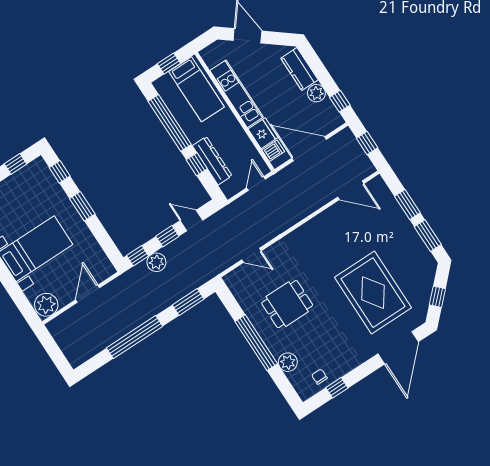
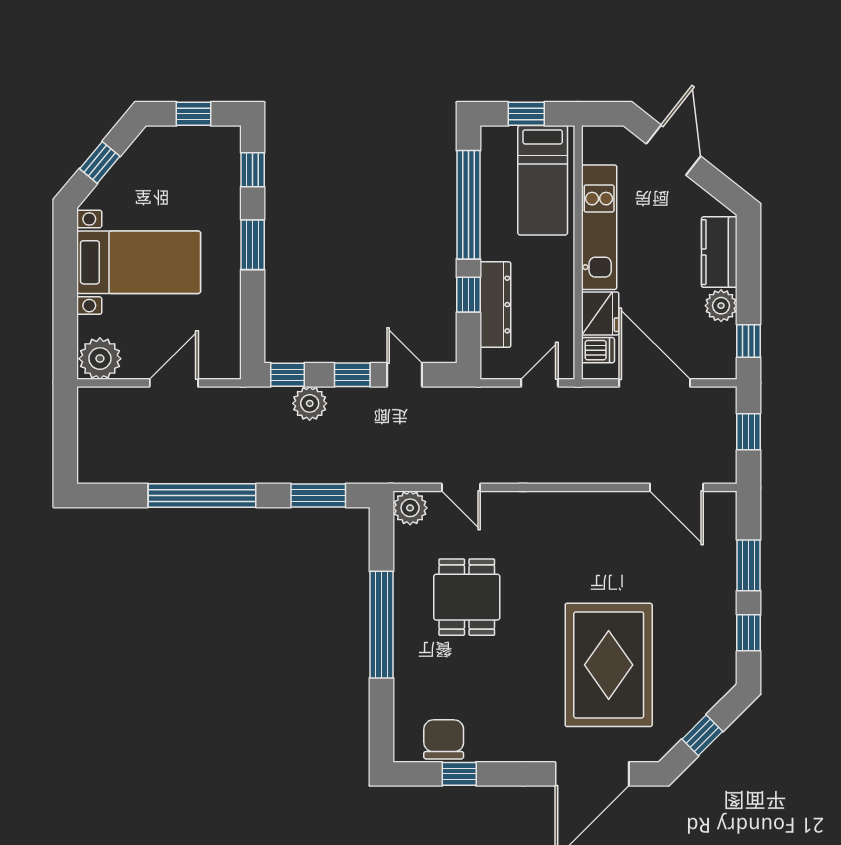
window: (428, 236) -> (749, 633), width x0.67
dining table: (287, 304) -> (467, 597), turned 90
plant: (288, 362) -> (410, 508), moved
chair: (319, 377) -> (444, 739), width x1.87, depth x1.87

